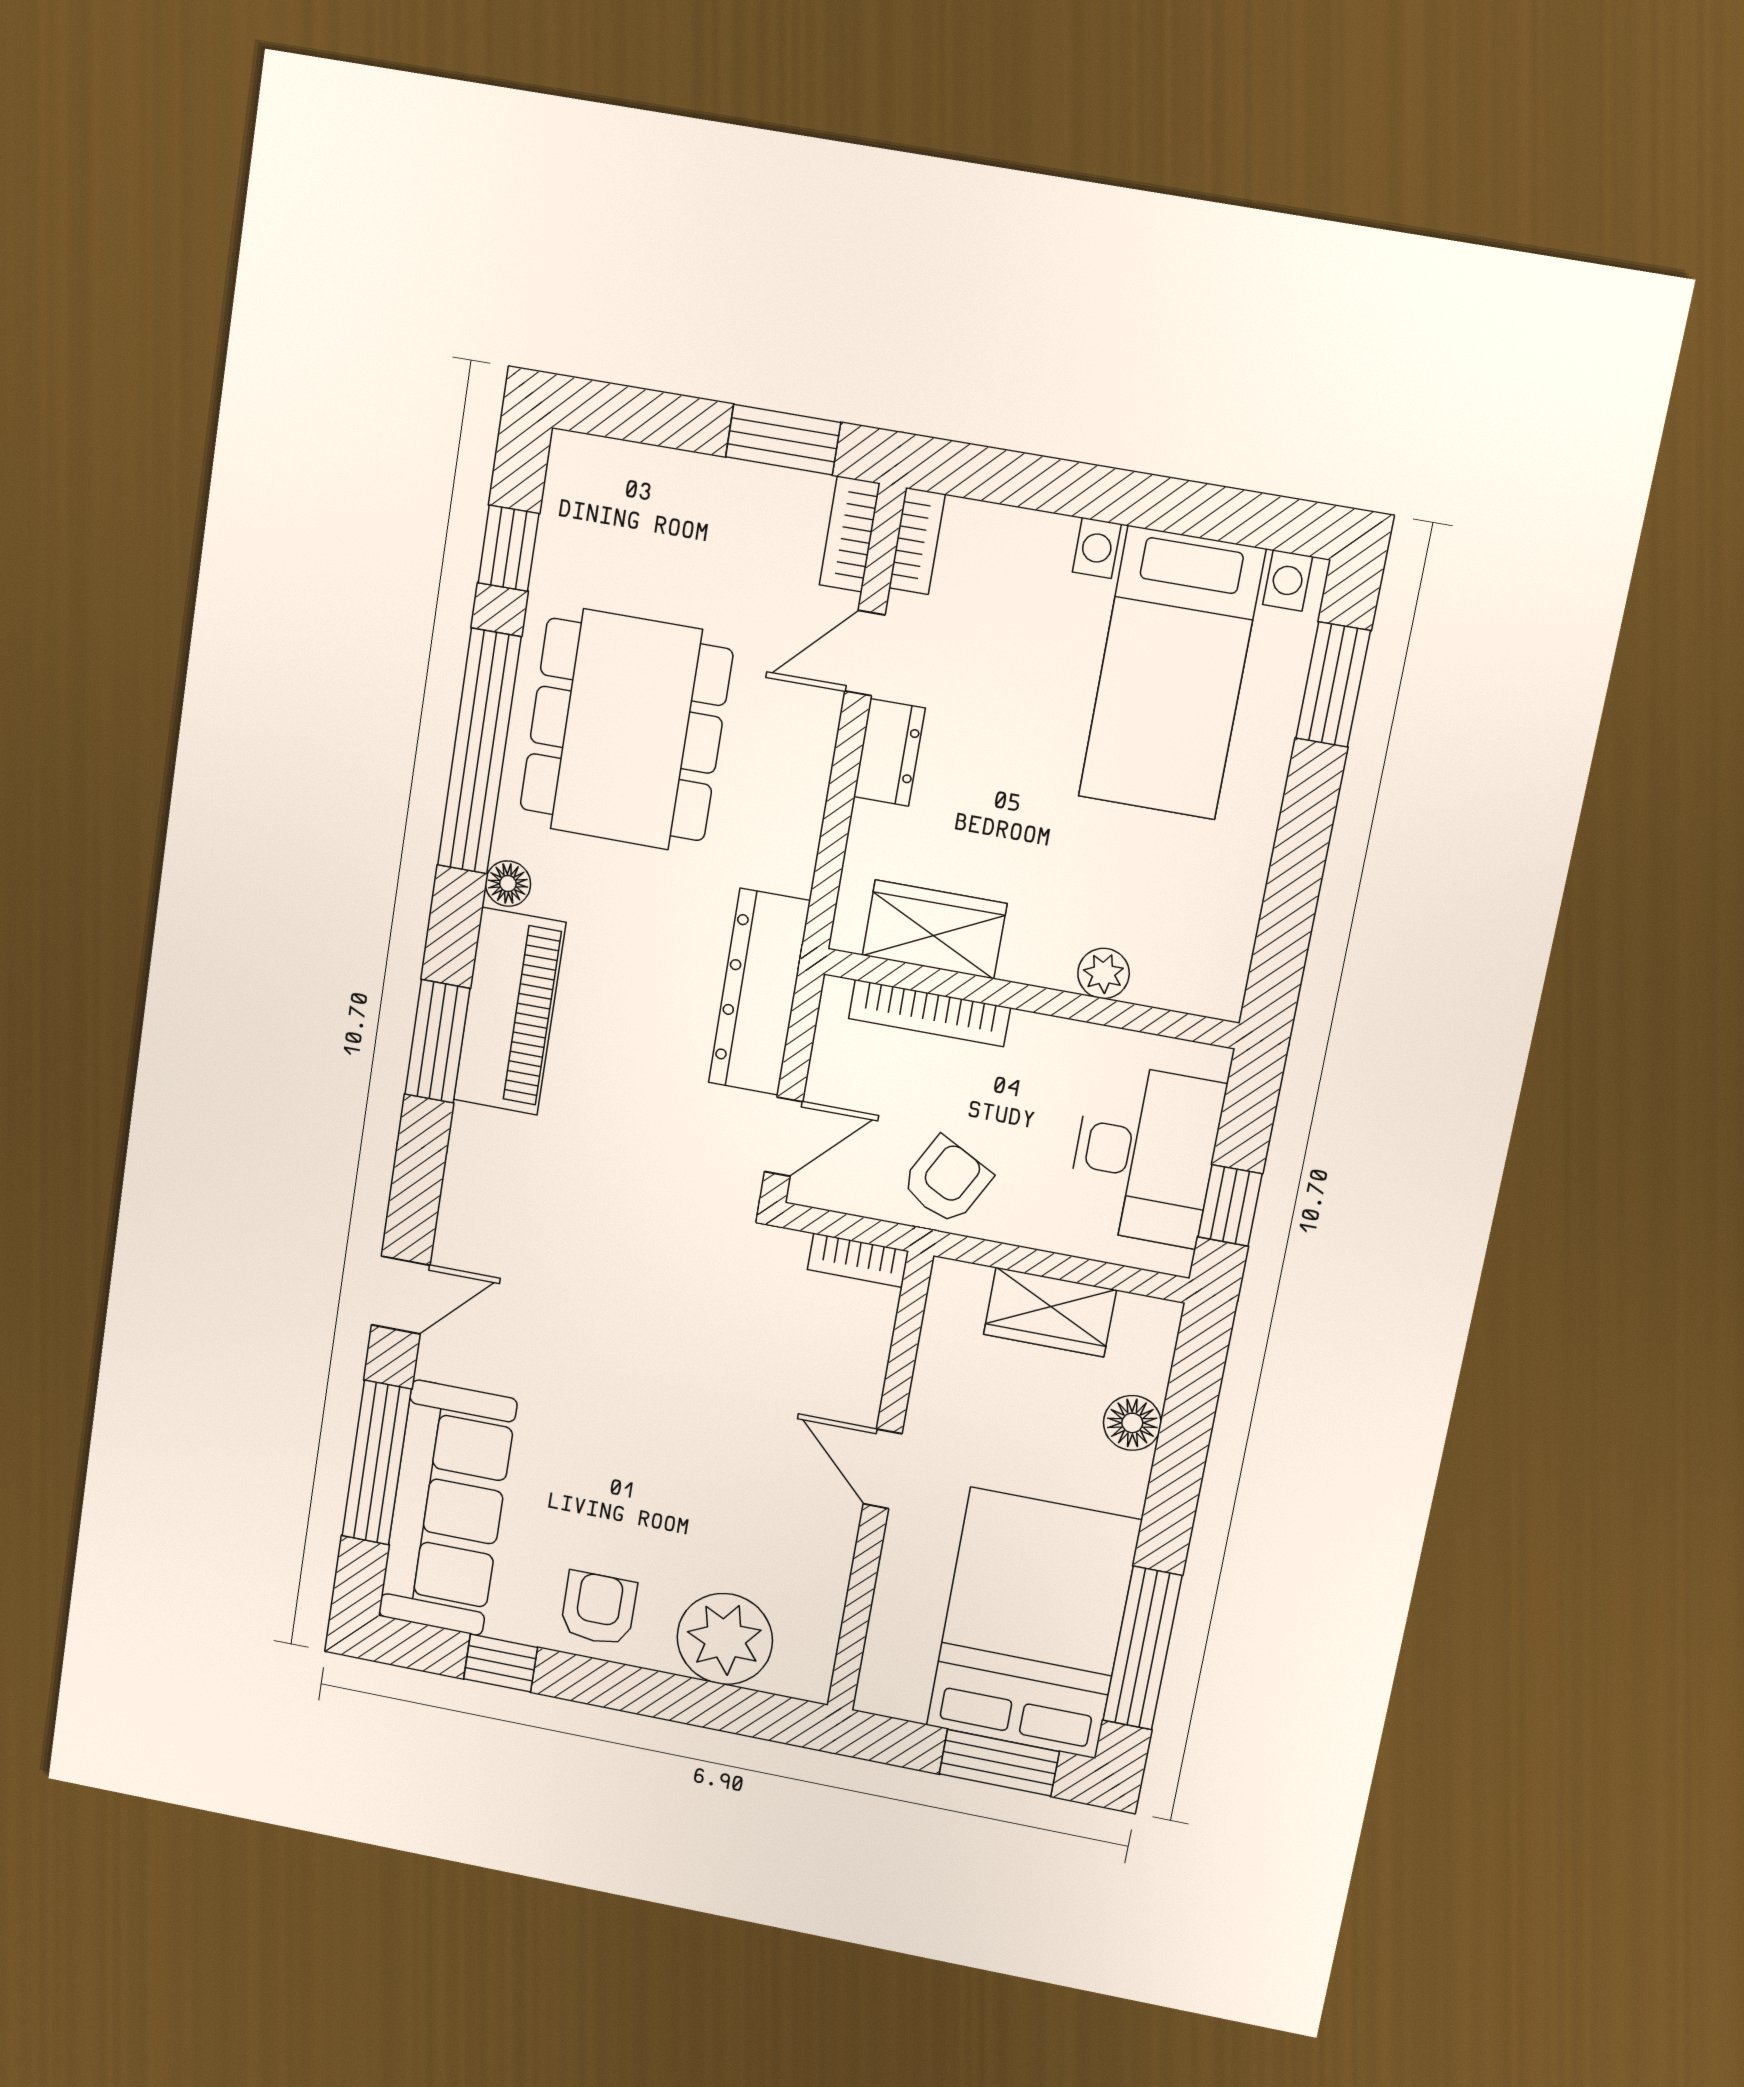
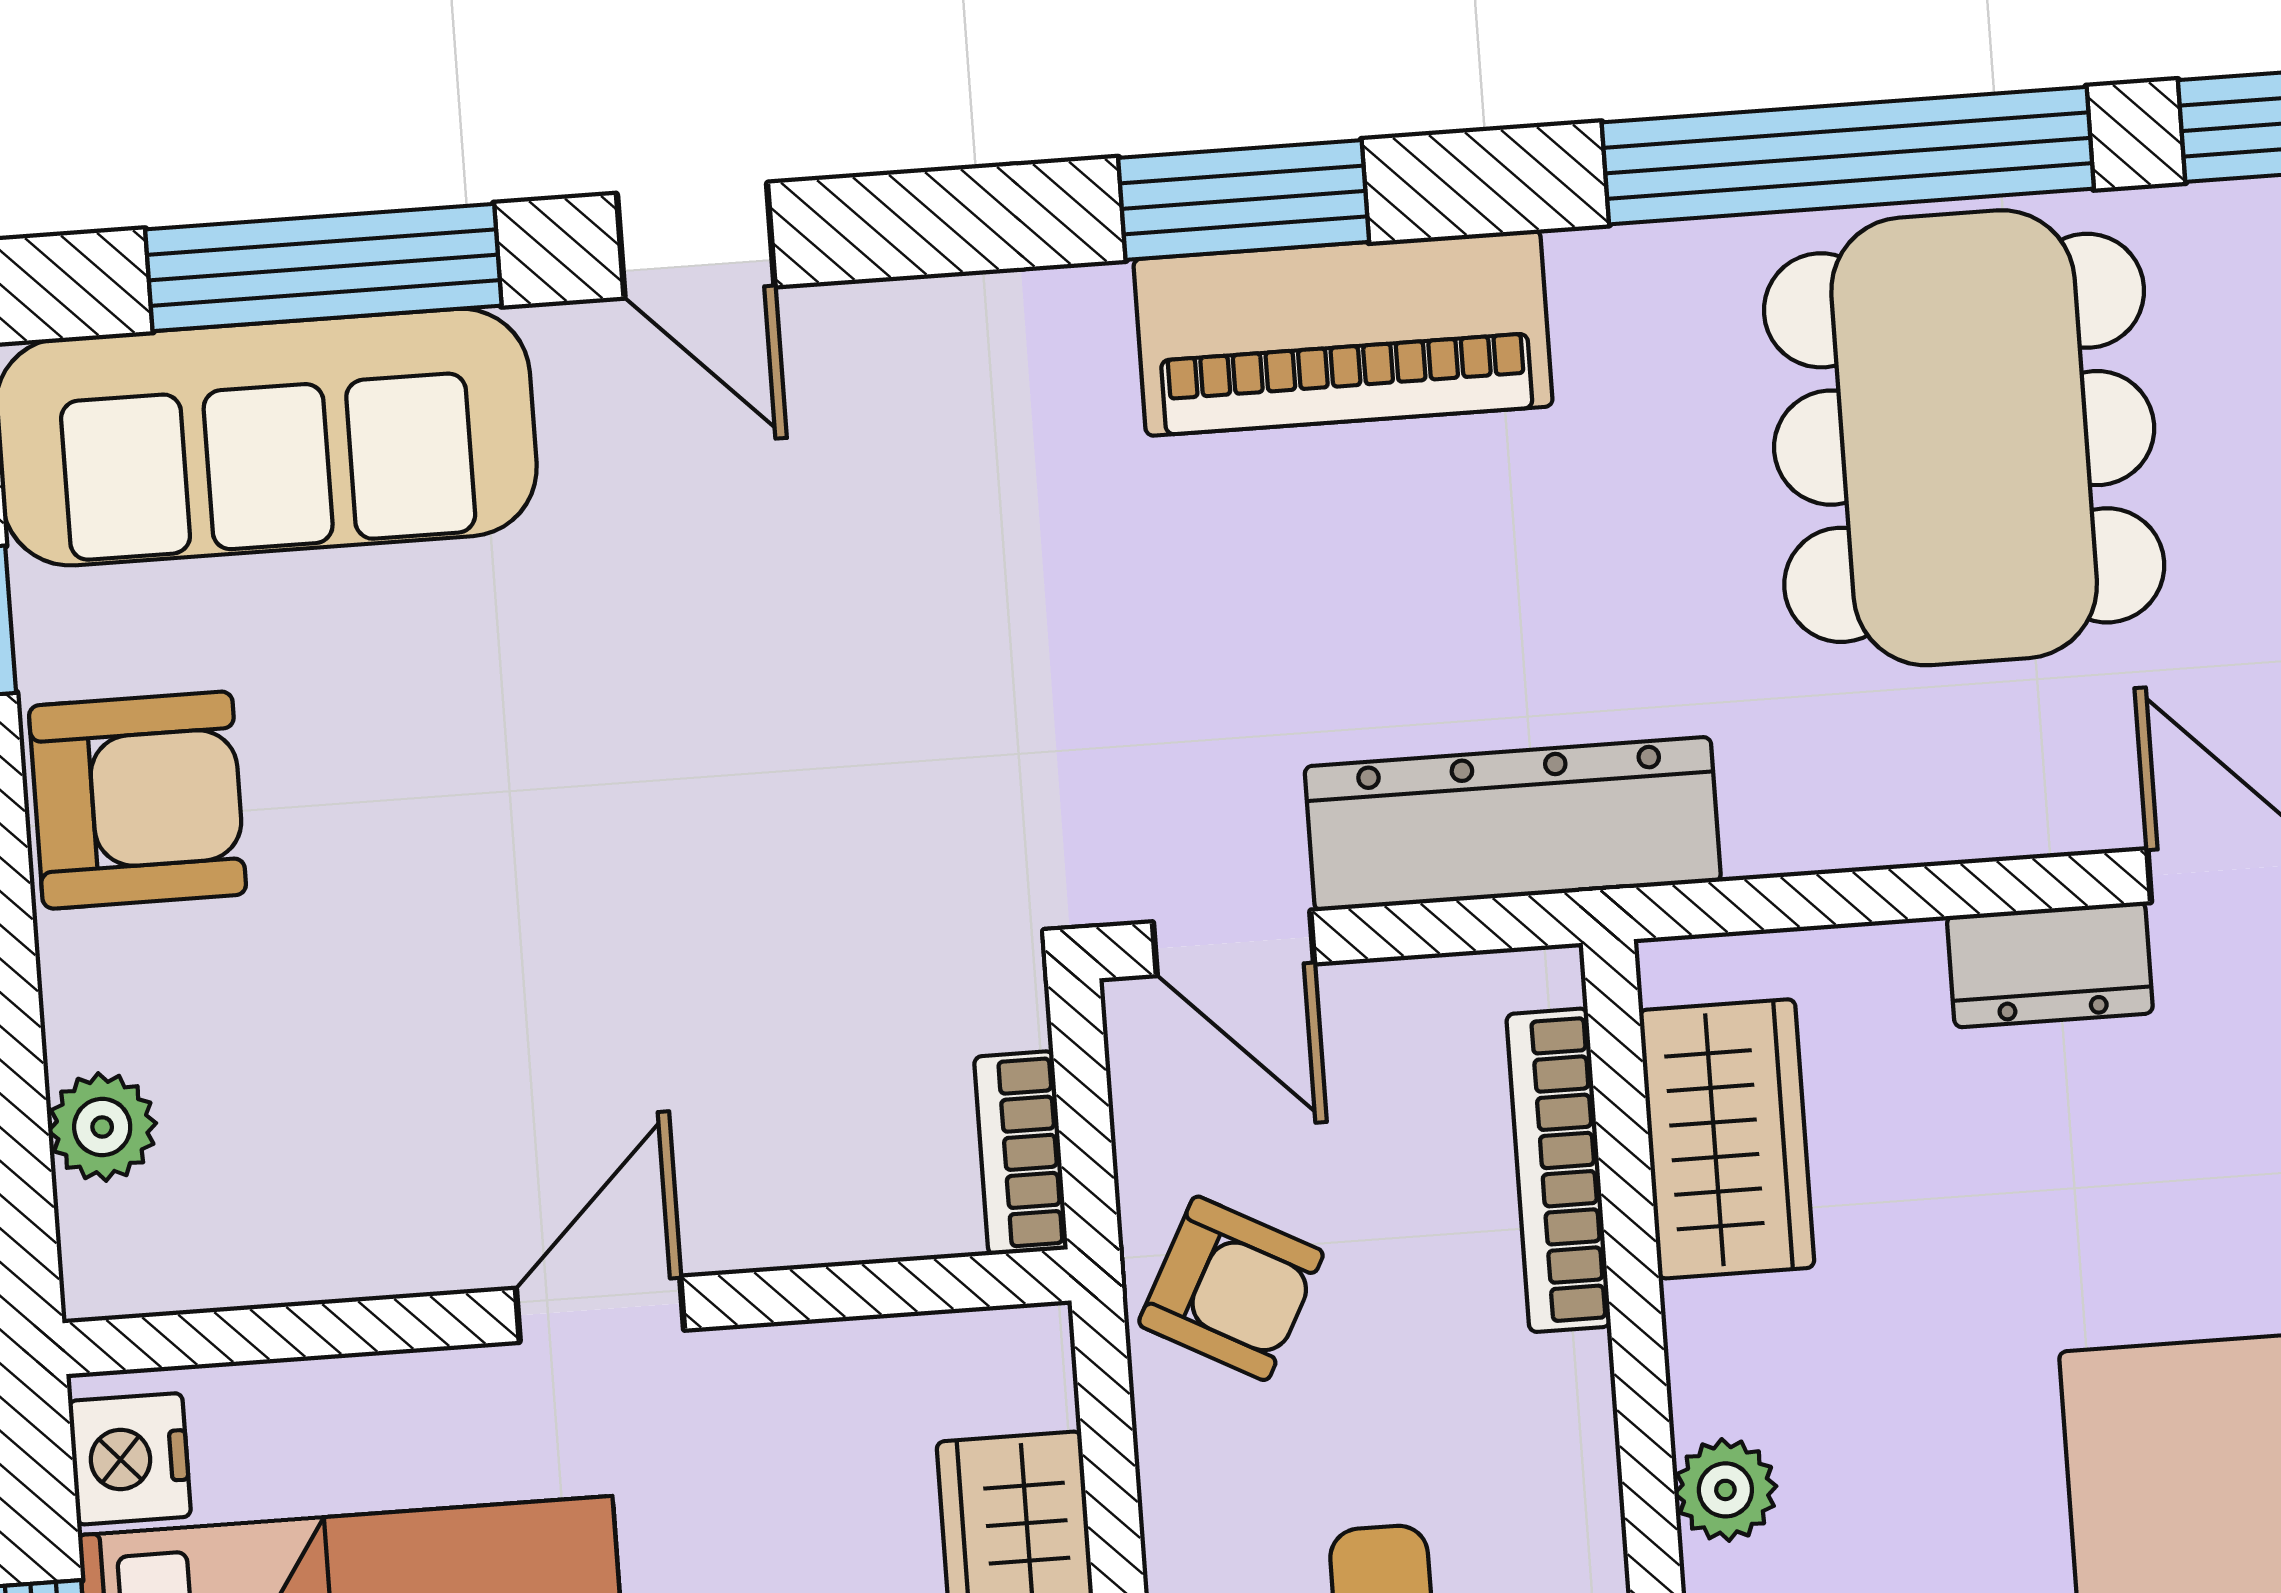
dining table: (626, 730) -> (1964, 438), turned 90
floor lamp: (508, 884) -> (1600, 272), removed
armchair: (599, 1609) -> (138, 800), width x1.38, depth x1.38
plant: (725, 1639) -> (102, 1127), width x0.53, depth x0.53
nightstand: (898, 1693) -> (130, 1459), added

